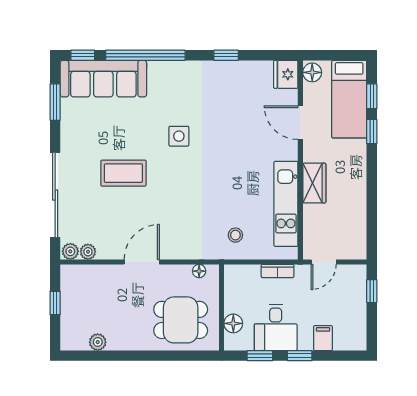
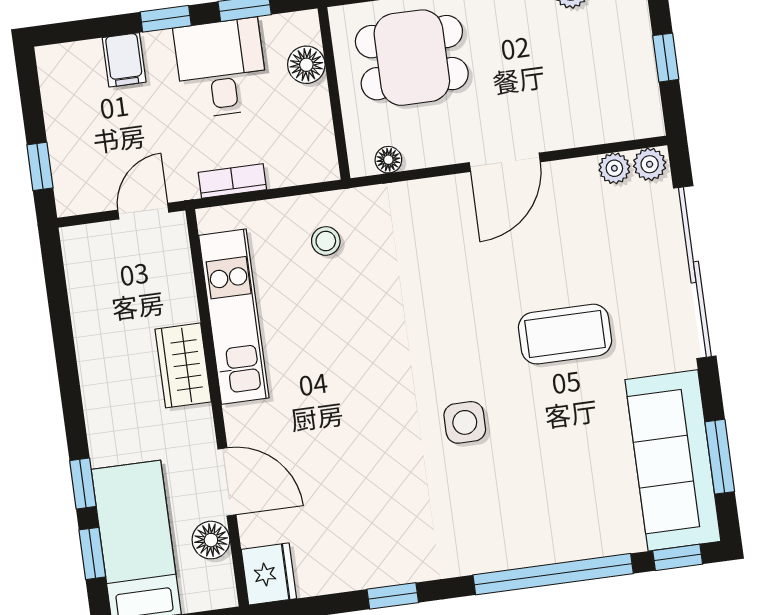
floor lamp: (312, 72) -> (211, 540), moved
sofa: (103, 79) -> (673, 460), moved, turned -90

